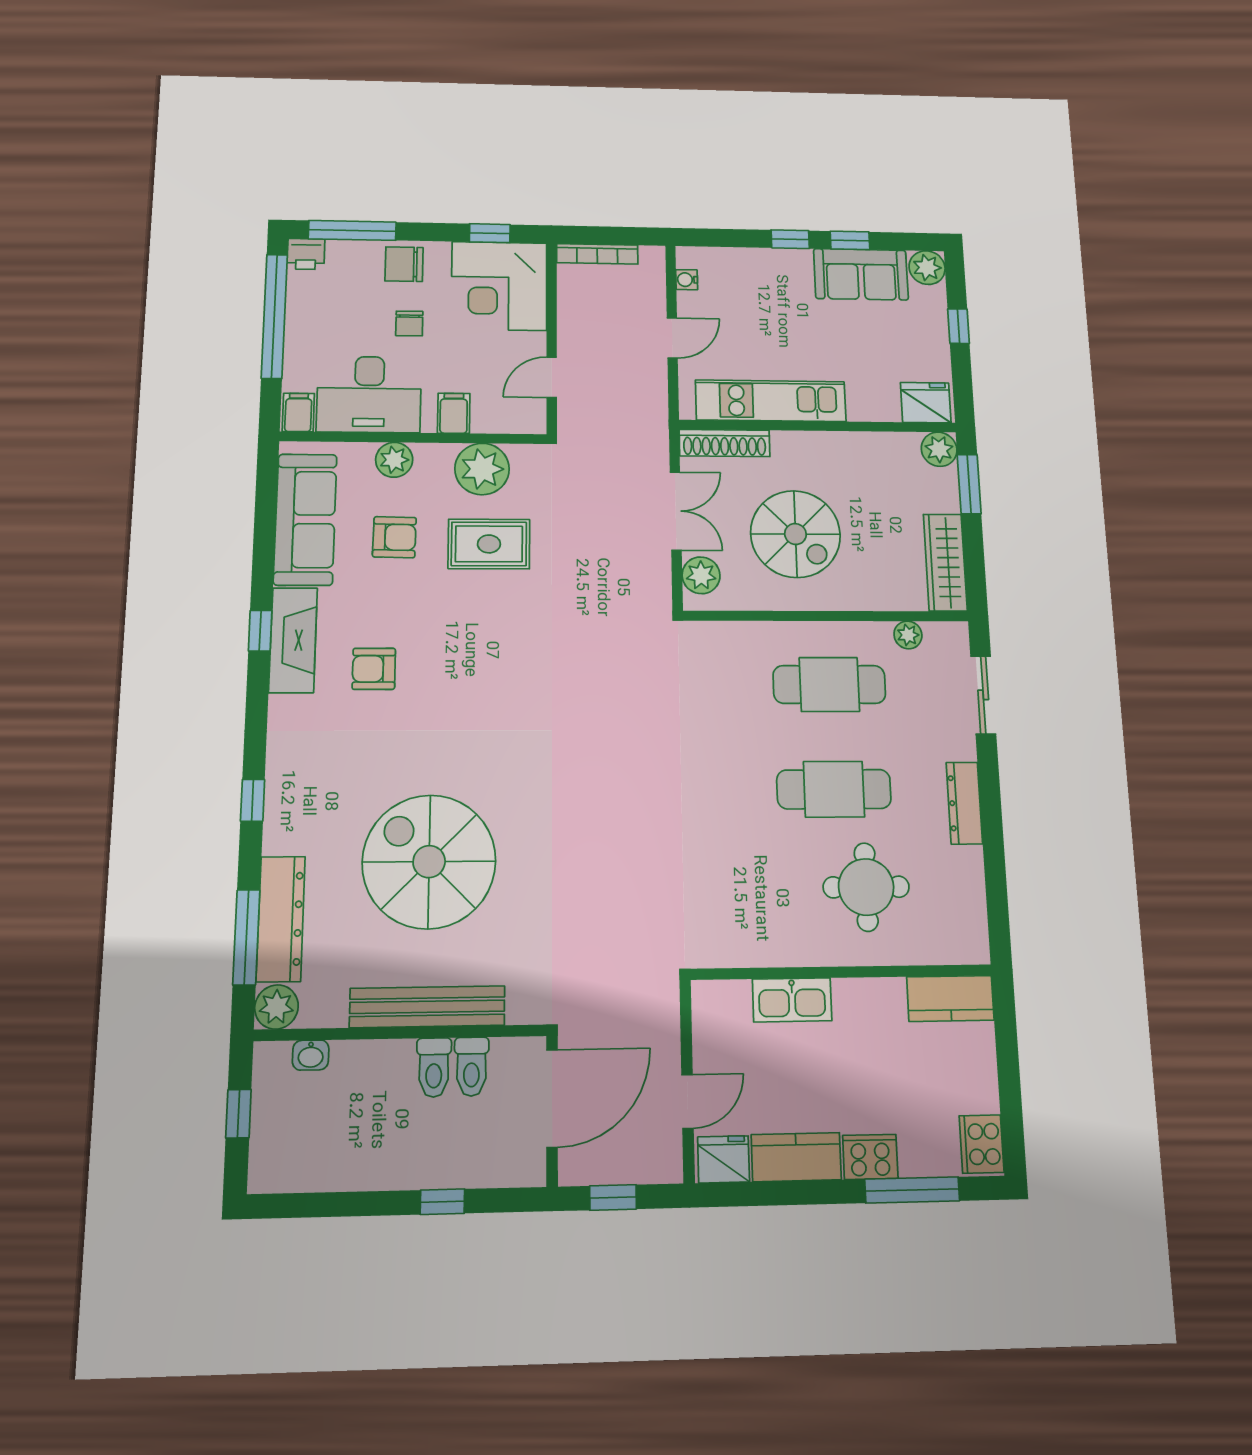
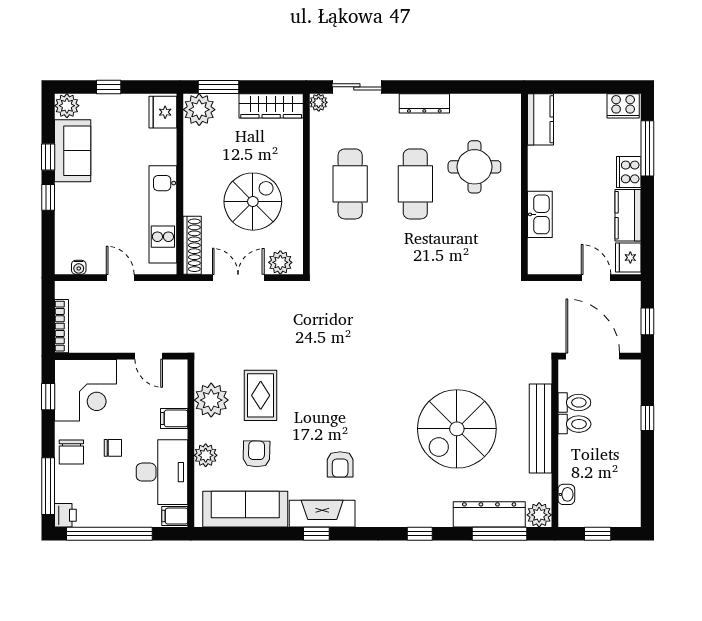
plant: (939, 449) -> (199, 110), width x1.36, depth x1.36
plant: (908, 635) -> (319, 102), moved

